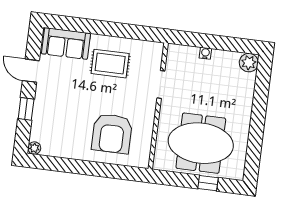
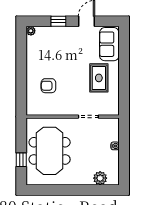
plant: (249, 63) -> (100, 178), moved
armchair: (112, 133) -> (48, 86), width x0.53, depth x0.53

